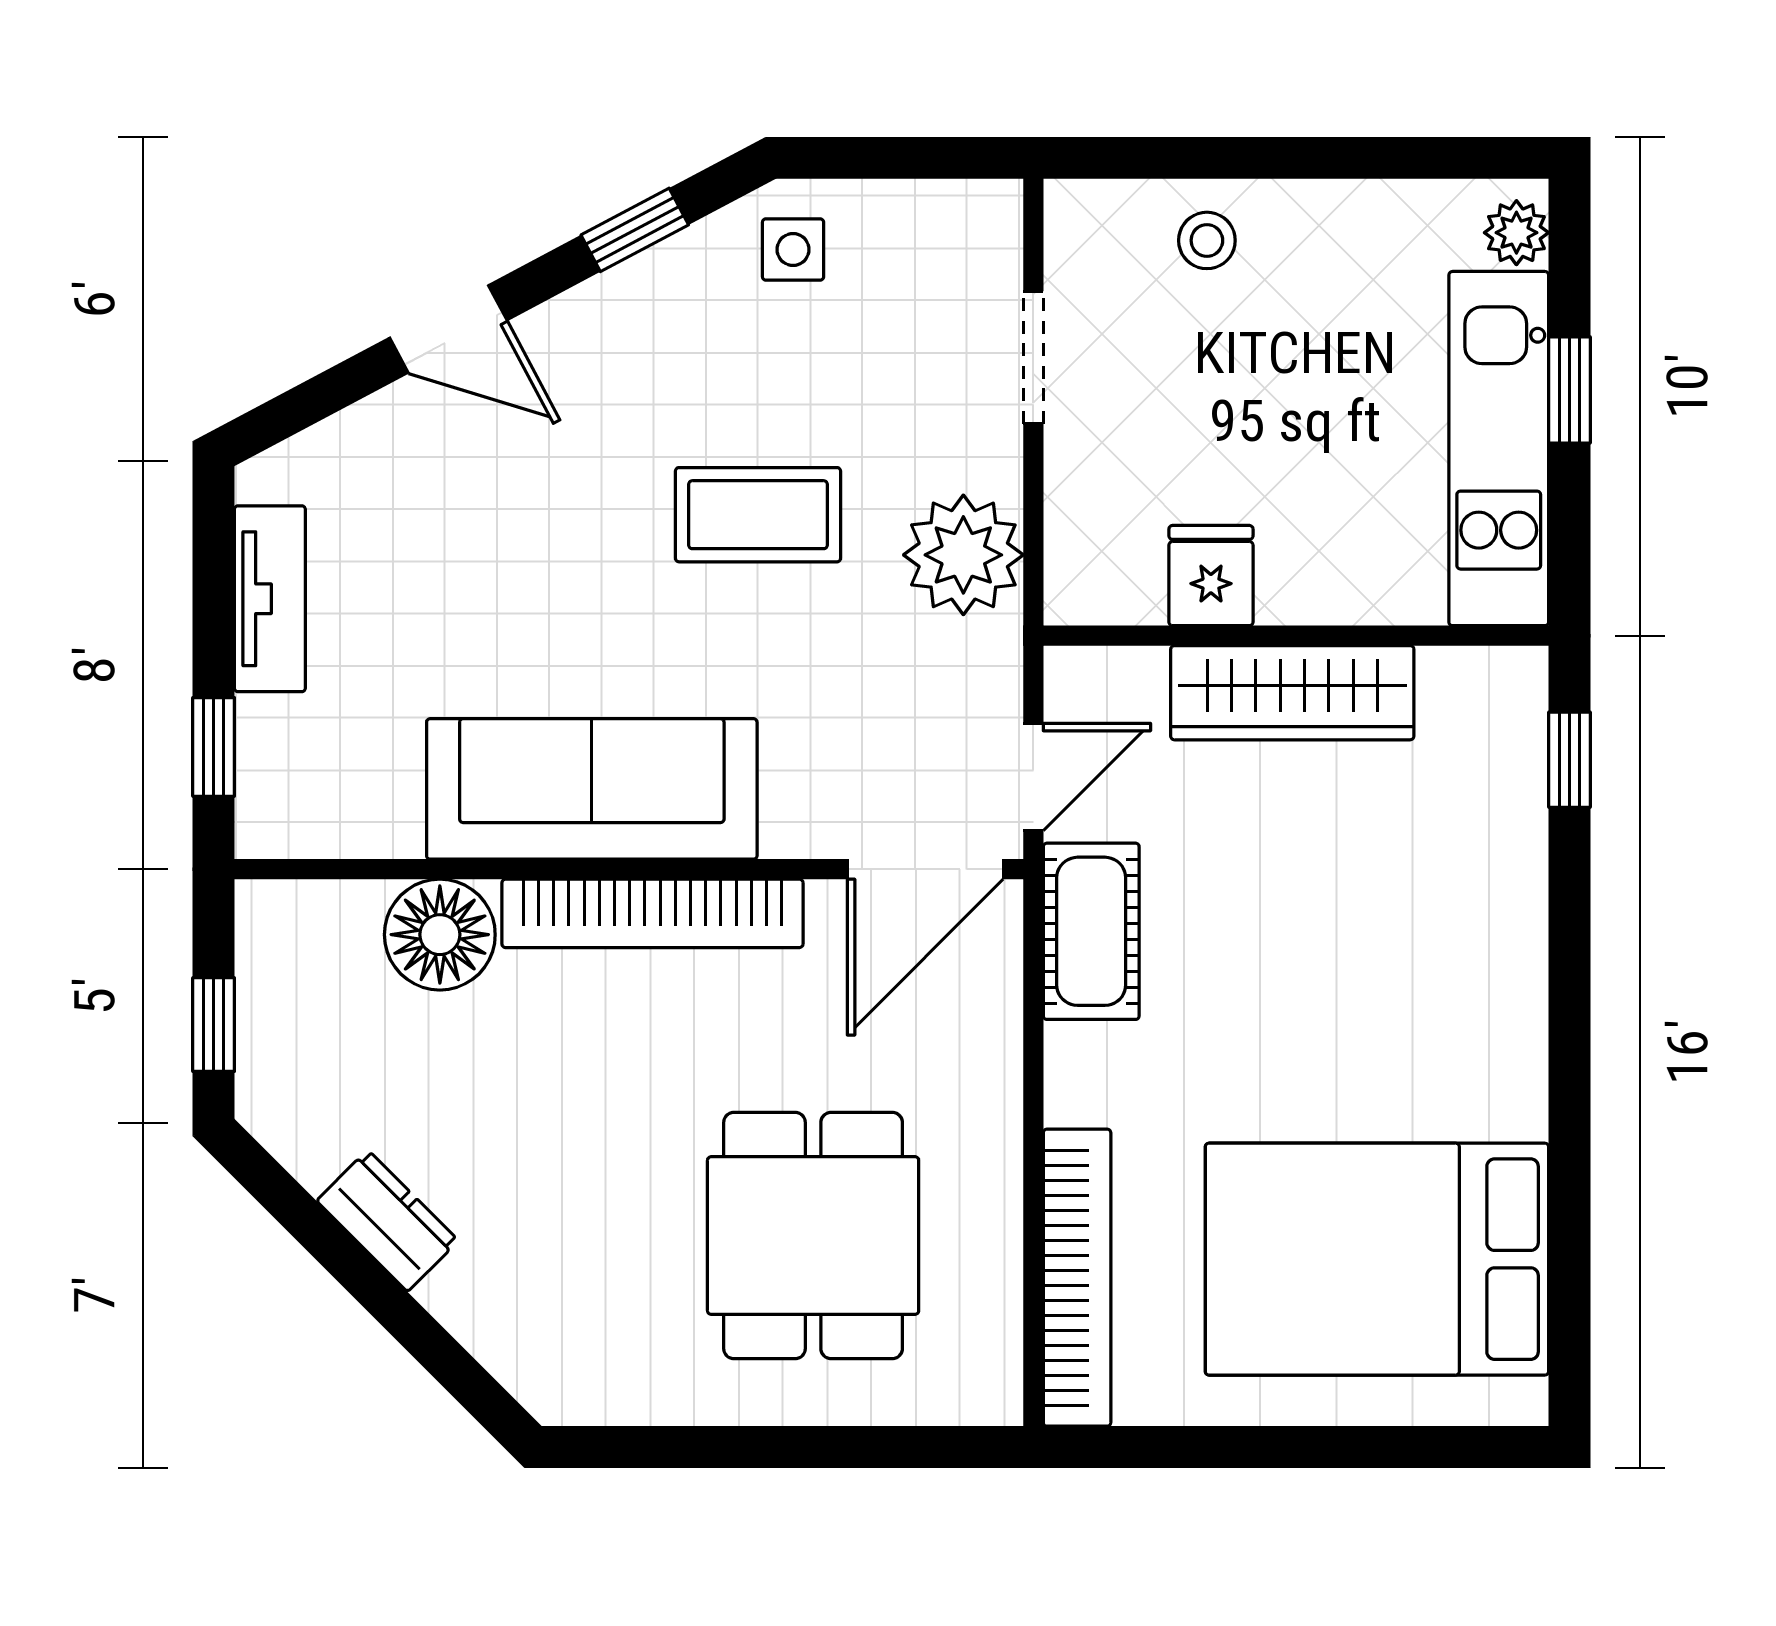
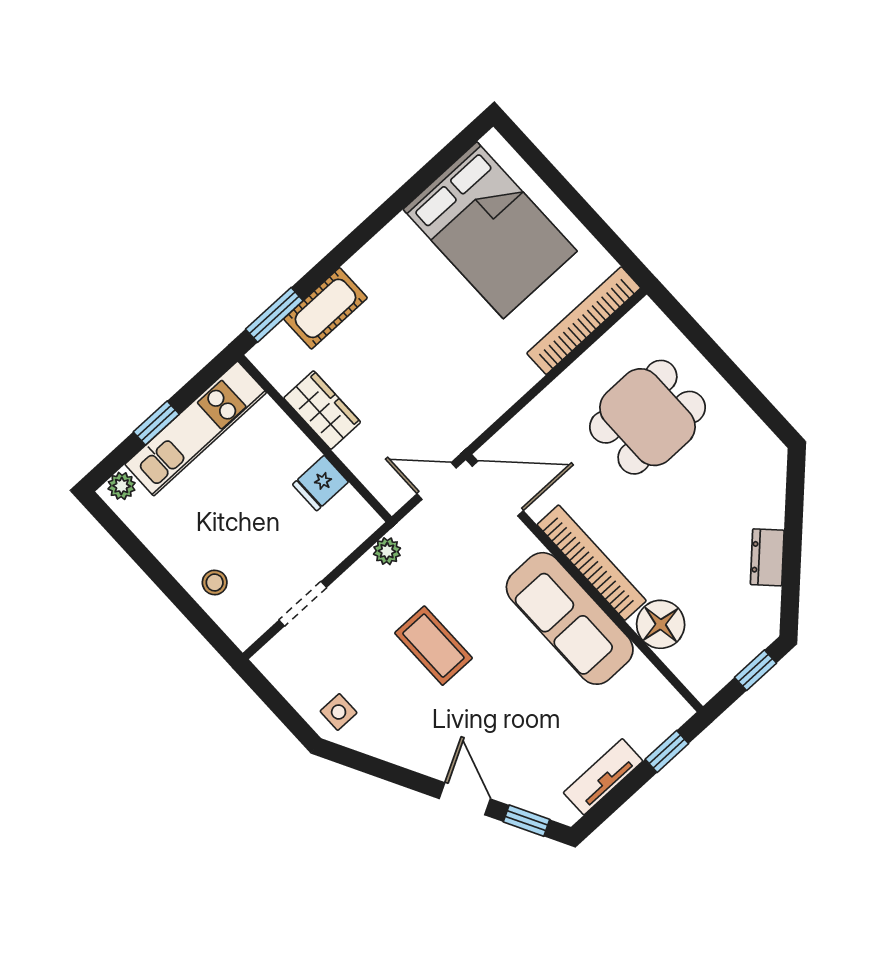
window: (635, 230) -> (527, 821), moved
plant: (963, 555) -> (387, 551), width x0.53, depth x0.53
wardrobe: (1292, 693) -> (322, 410), width x0.67
window: (1569, 760) -> (274, 315), width x1.50
cot: (1091, 931) -> (325, 308), moved

